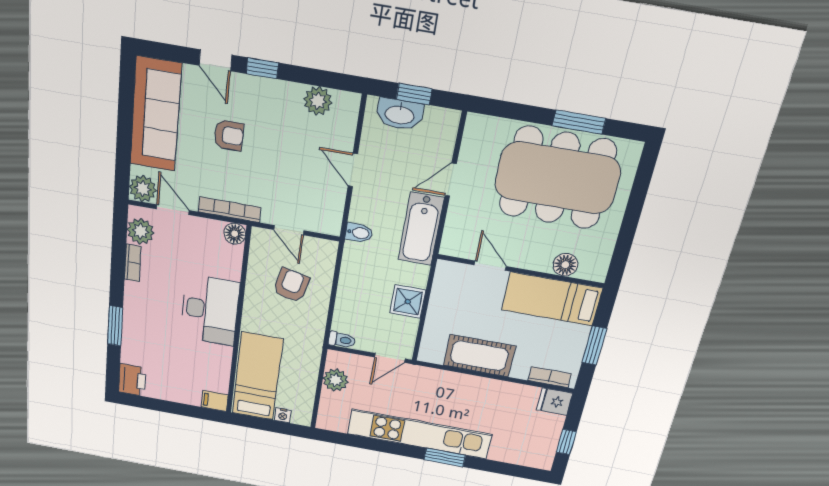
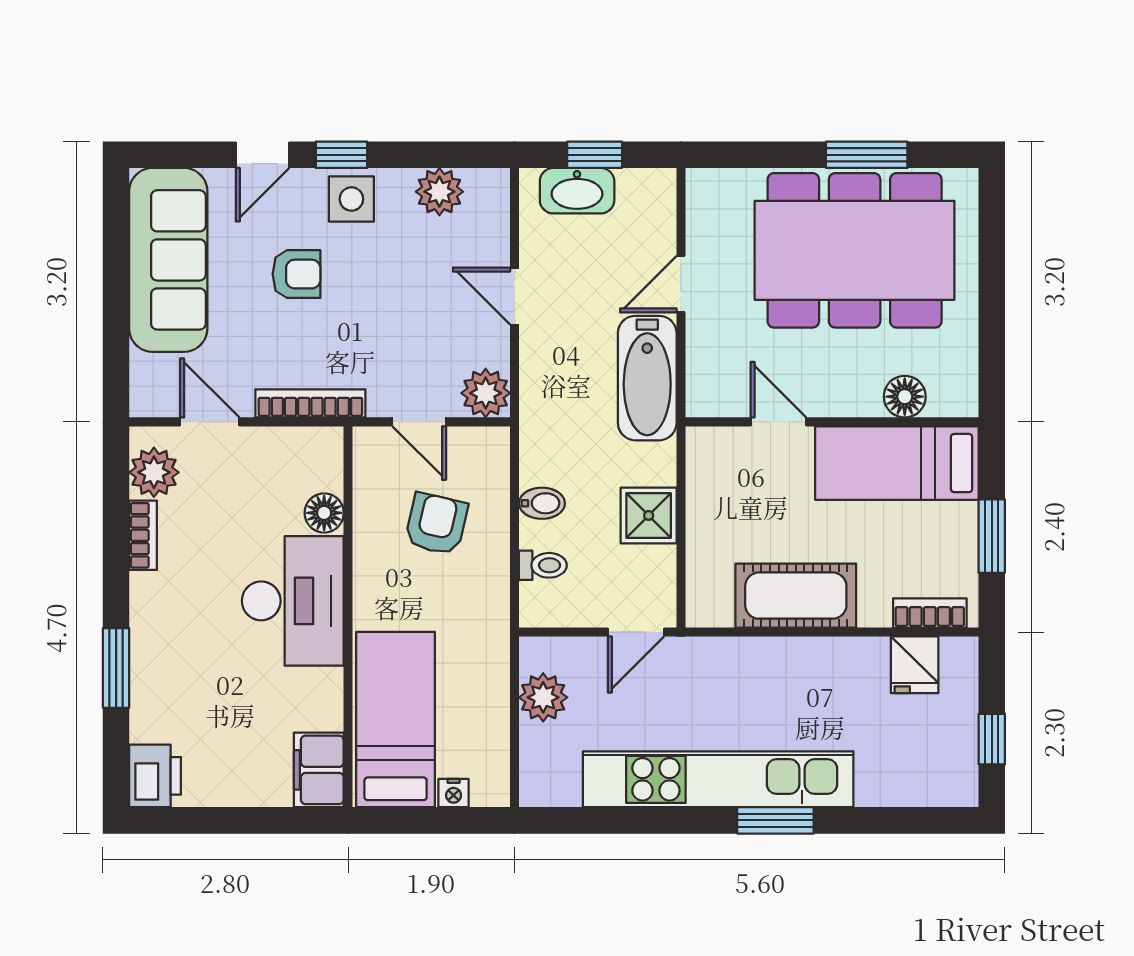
door: (215, 60) -> (263, 155), hinge flipped
side table: (265, 96) -> (351, 199), added
plant: (143, 189) -> (486, 393), moved
bidet: (359, 233) -> (542, 503), moved
floor lamp: (235, 234) -> (324, 513), moved
toilet: (342, 340) -> (543, 565), moved
filing cabinet: (215, 401) -> (319, 770), width x2.00
fridge: (555, 402) -> (915, 665), moved, turned -90

